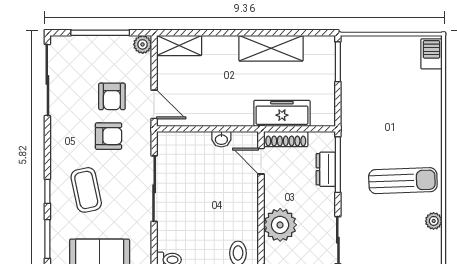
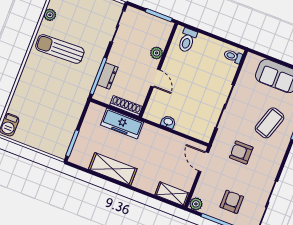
armchair: (112, 96) -> (232, 202), moved
door: (261, 161) -> (155, 78), moved
coffee table: (86, 190) -> (270, 123), turned 30
plant: (280, 225) -> (156, 53), width x0.53, depth x0.53

